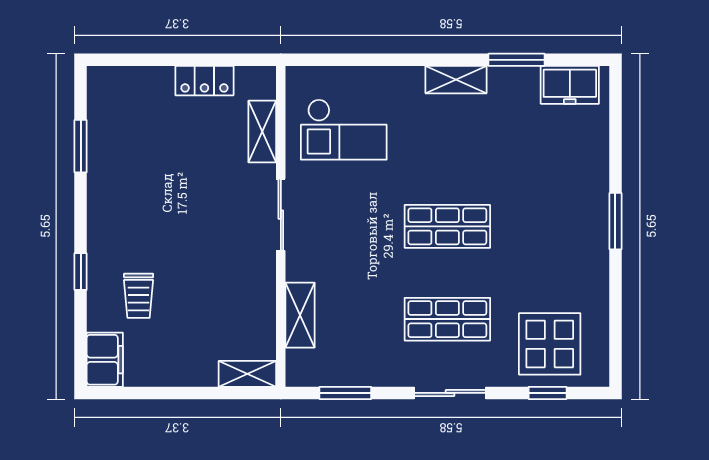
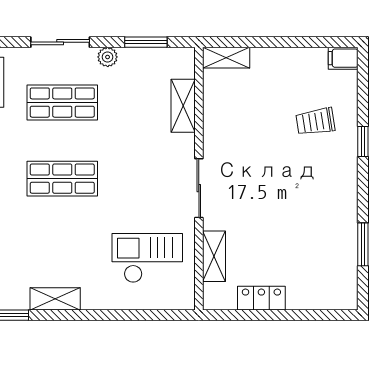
trolley: (139, 296) -> (315, 122), turned -99
filing cabinet: (105, 360) -> (343, 58), width x0.50
plant: (392, 375) -> (108, 57), added

